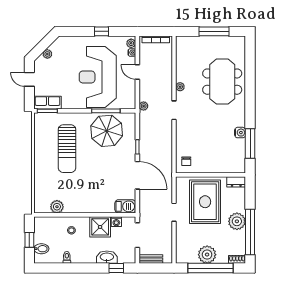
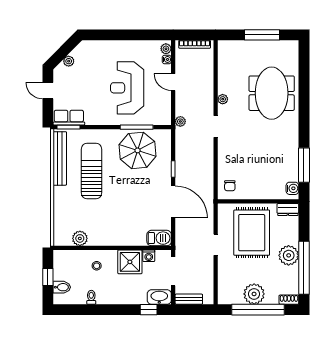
window: (102, 31) -> (132, 35), removed
reception desk: (98, 77) -> (127, 88), width x0.74, depth x0.77
water cooler: (240, 133) -> (292, 188), moved
bench: (40, 138) -> (60, 158), added
sun lounger: (67, 149) -> (91, 171), turned 180
washbasin: (107, 257) -> (159, 297), moved

